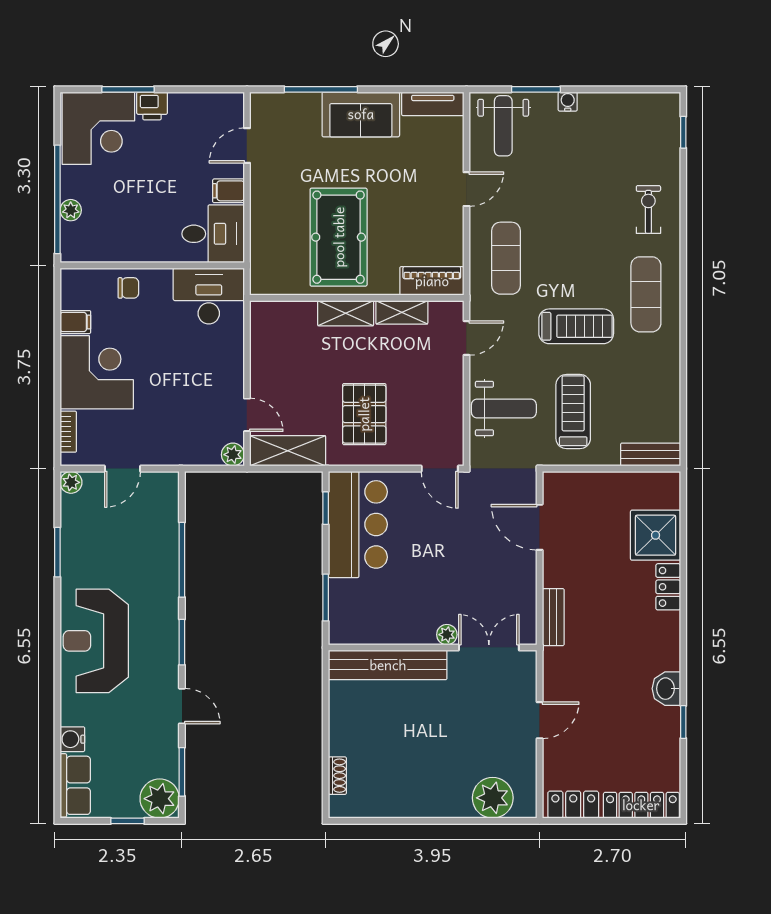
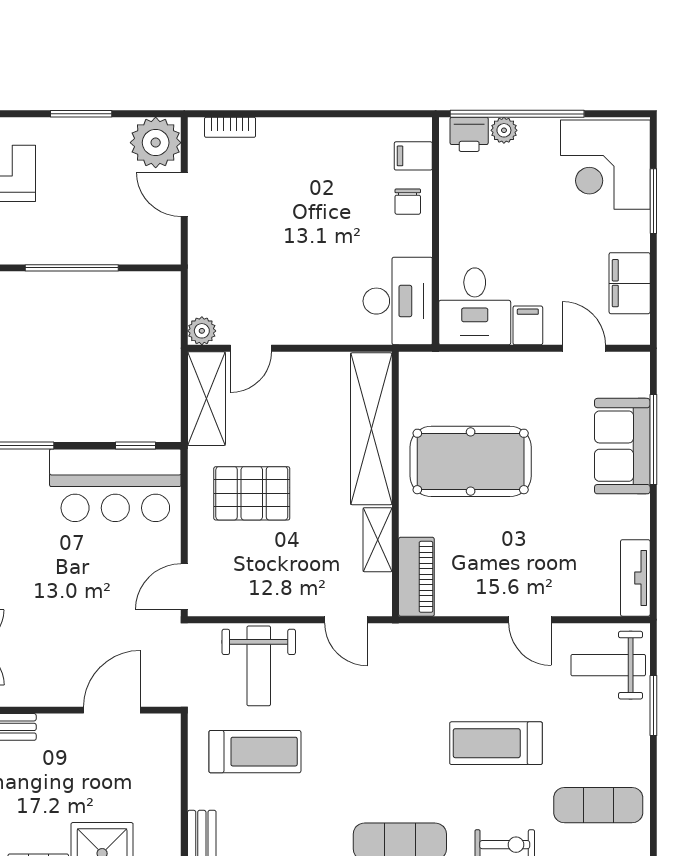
water cooler: (568, 102) -> (638, 745), removed
printer: (152, 106) -> (469, 134), moved, turned -90
filing cabinet: (194, 109) -> (630, 283), added
sofa: (361, 114) -> (622, 446), moved
exercise mat: (506, 258) -> (598, 805), moved
shelving: (346, 313) -> (371, 429), width x2.20, depth x1.33
filing cabinet: (75, 322) -> (413, 156), moved, turned 90
treadmill: (576, 326) -> (496, 743), moved, turned 90
corner desk: (97, 372) -> (303, 162), removed
plant: (71, 482) -> (156, 143), width x1.87, depth x1.87

